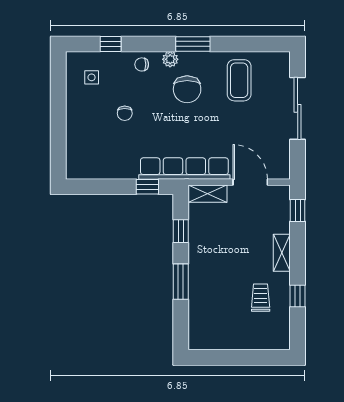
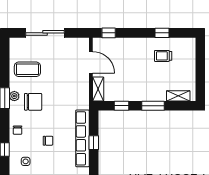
plant: (170, 59) -> (14, 96), moved
row of seats: (184, 169) -> (82, 138), moved
door: (250, 182) -> (91, 62), swing flipped
window: (147, 187) -> (94, 143), moved
shelving: (282, 253) -> (178, 96), moved

